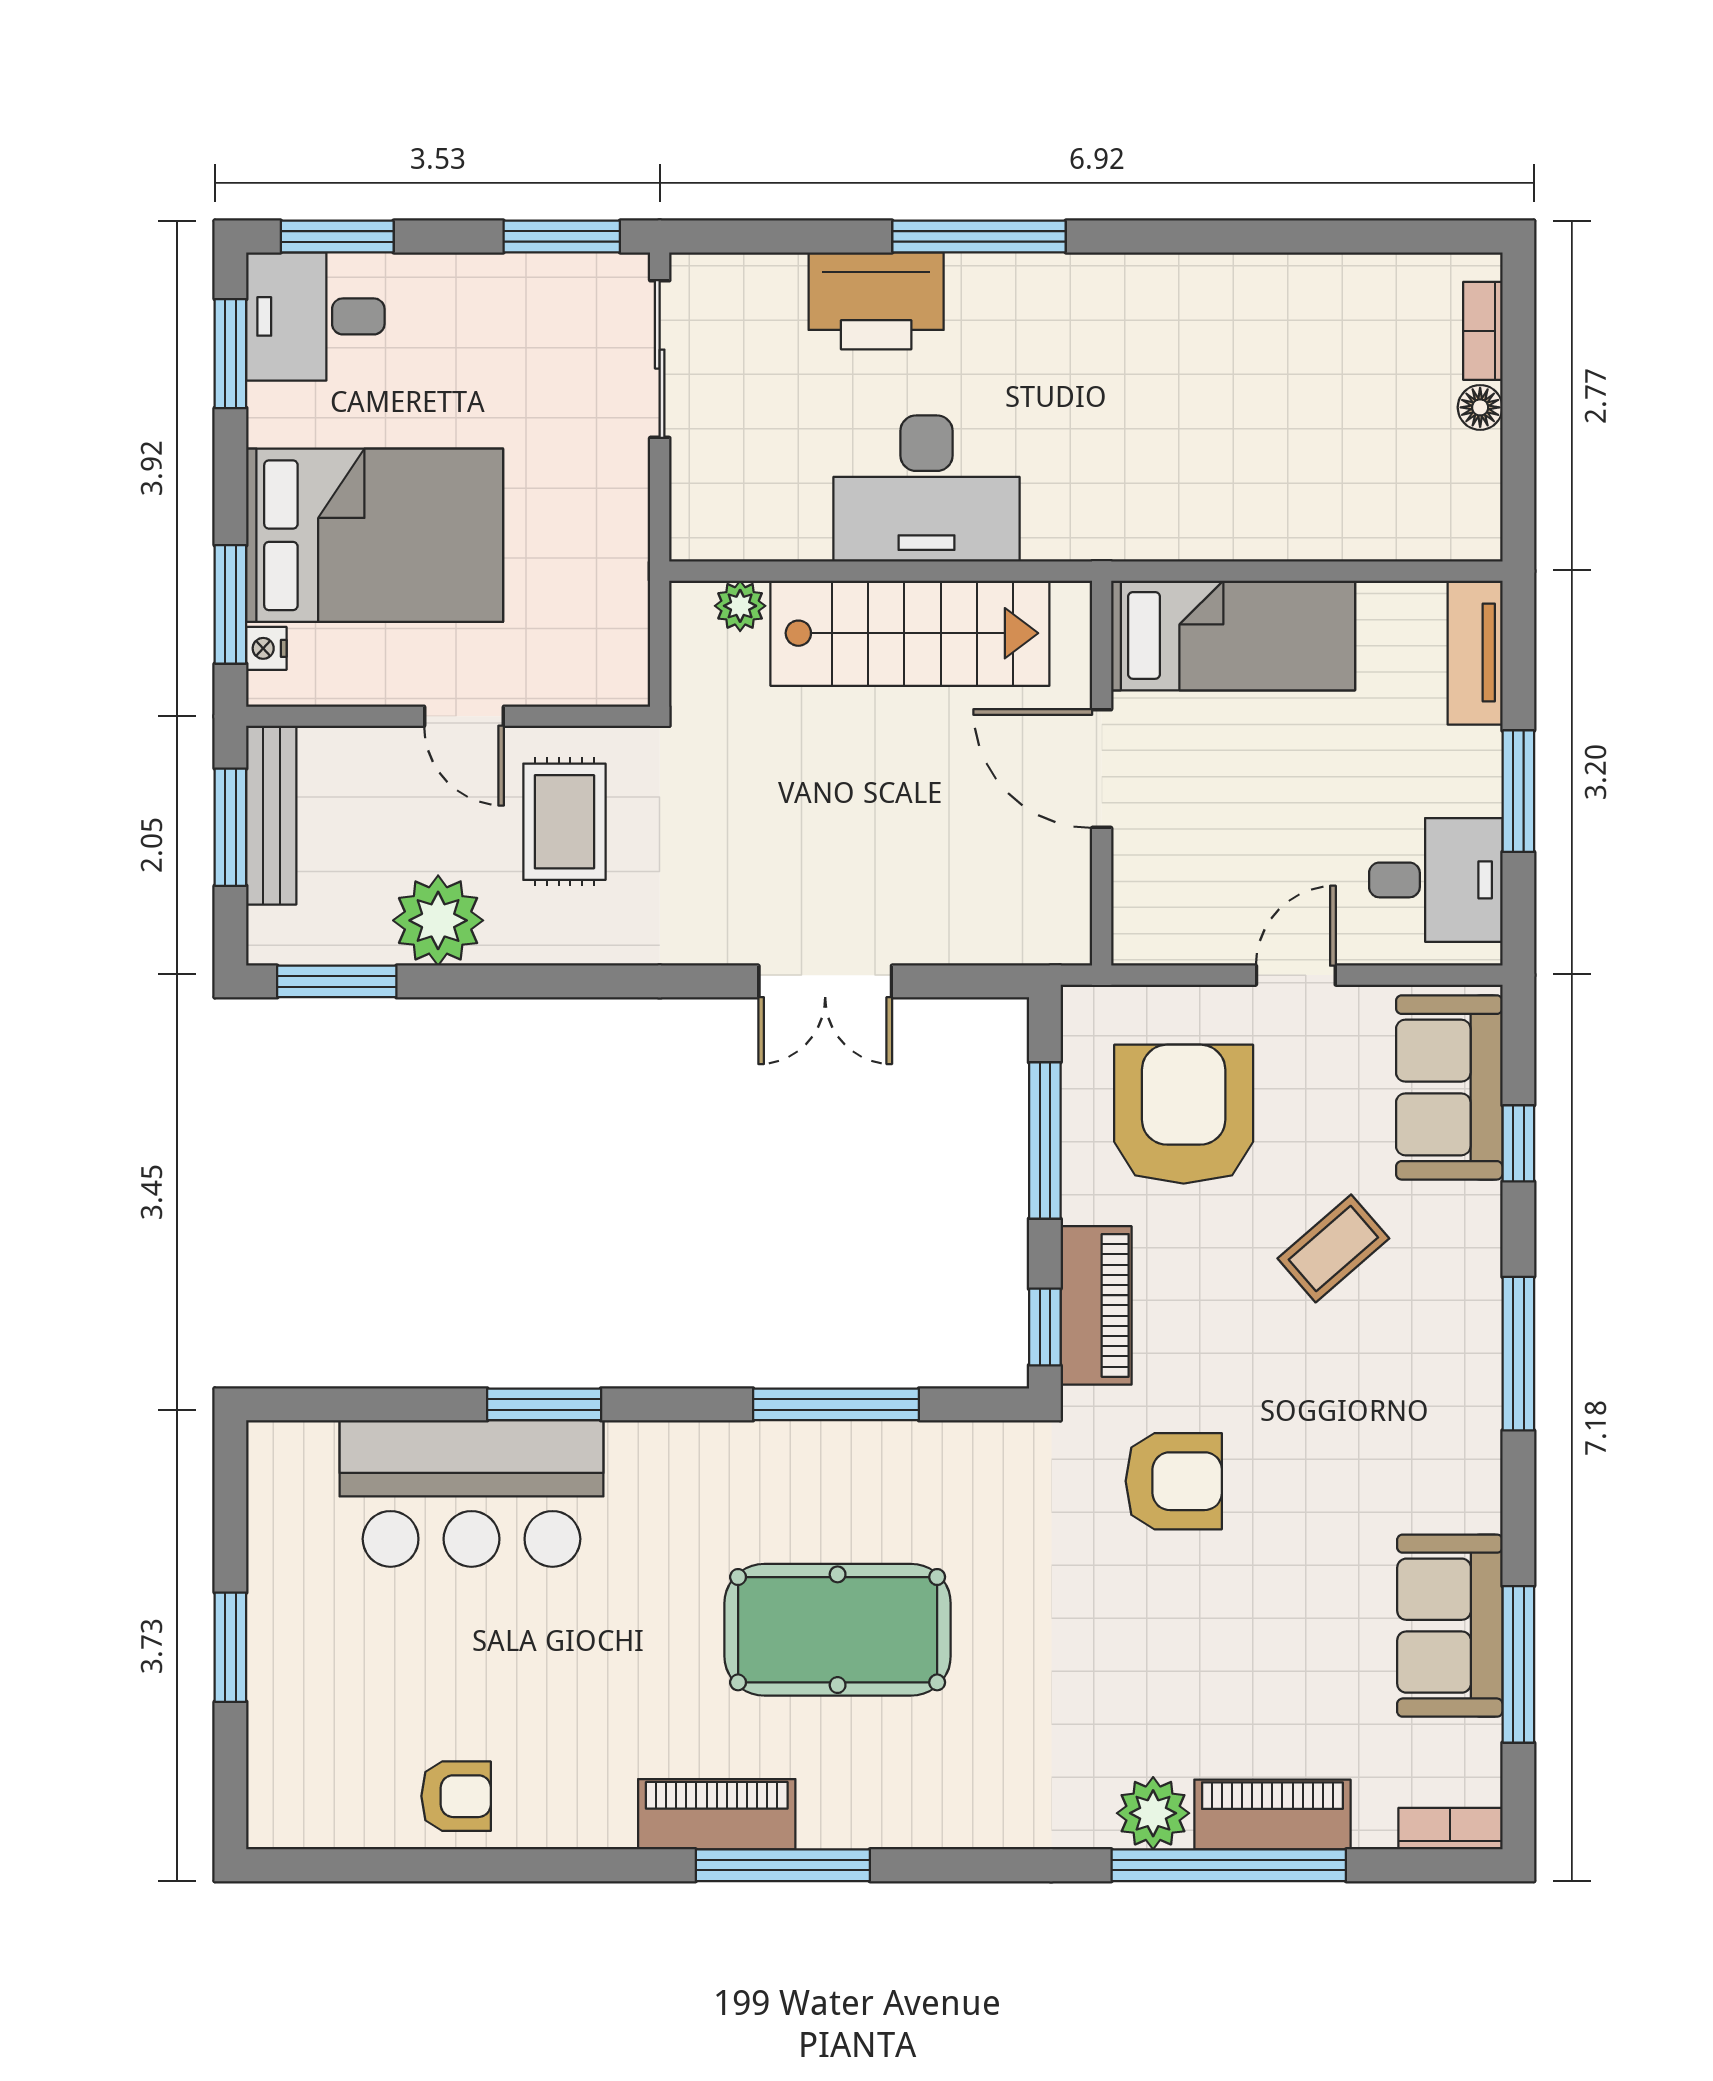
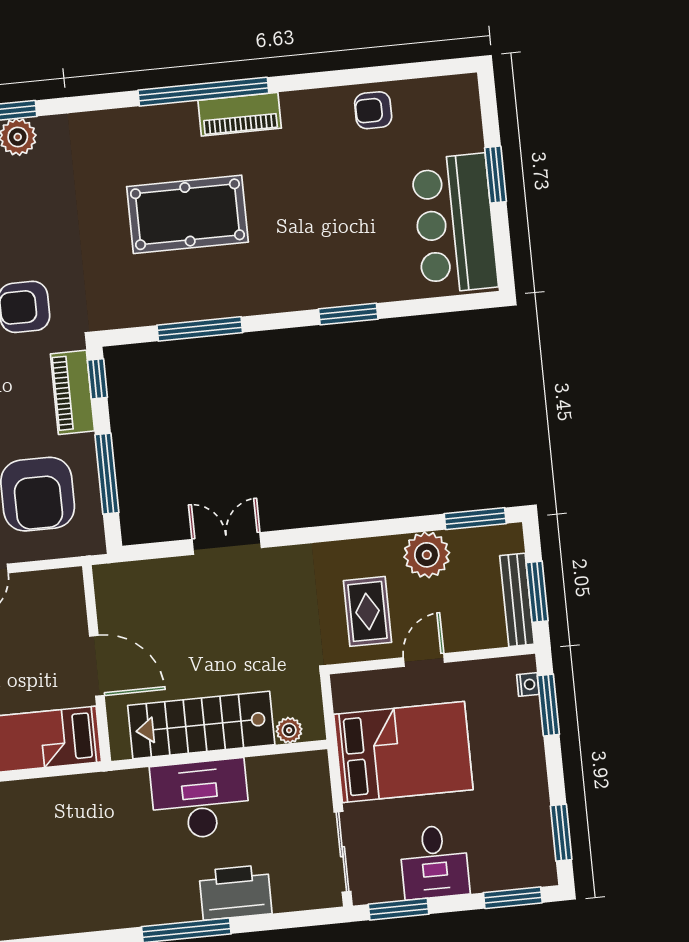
desk: (315, 316) -> (434, 862), moved, turned 90
bed: (375, 535) -> (403, 752), moved, turned 180
door: (464, 716) -> (424, 660), hinge flipped
bar counter: (471, 1493) -> (455, 224), moved, turned -90
window: (783, 1865) -> (203, 92), width x1.46

